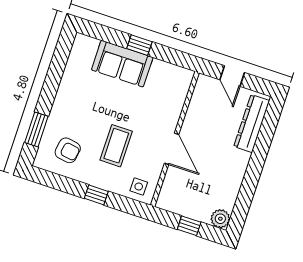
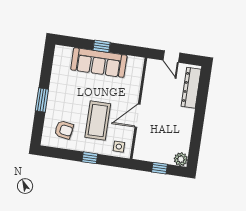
sofa: (122, 64) -> (99, 63), width x1.36
window: (36, 129) -> (42, 100), moved
coffee table: (116, 146) -> (98, 120), width x1.36, depth x1.32
door: (172, 149) -> (137, 116), swing flipped

